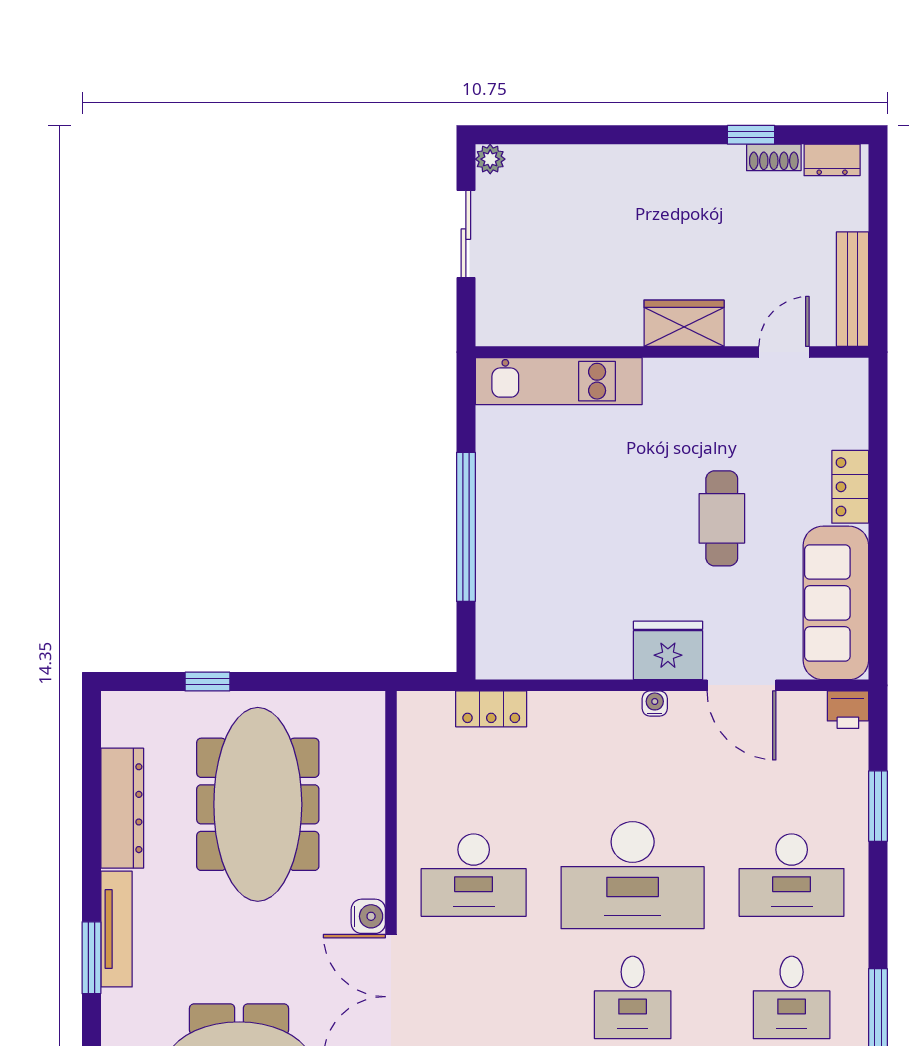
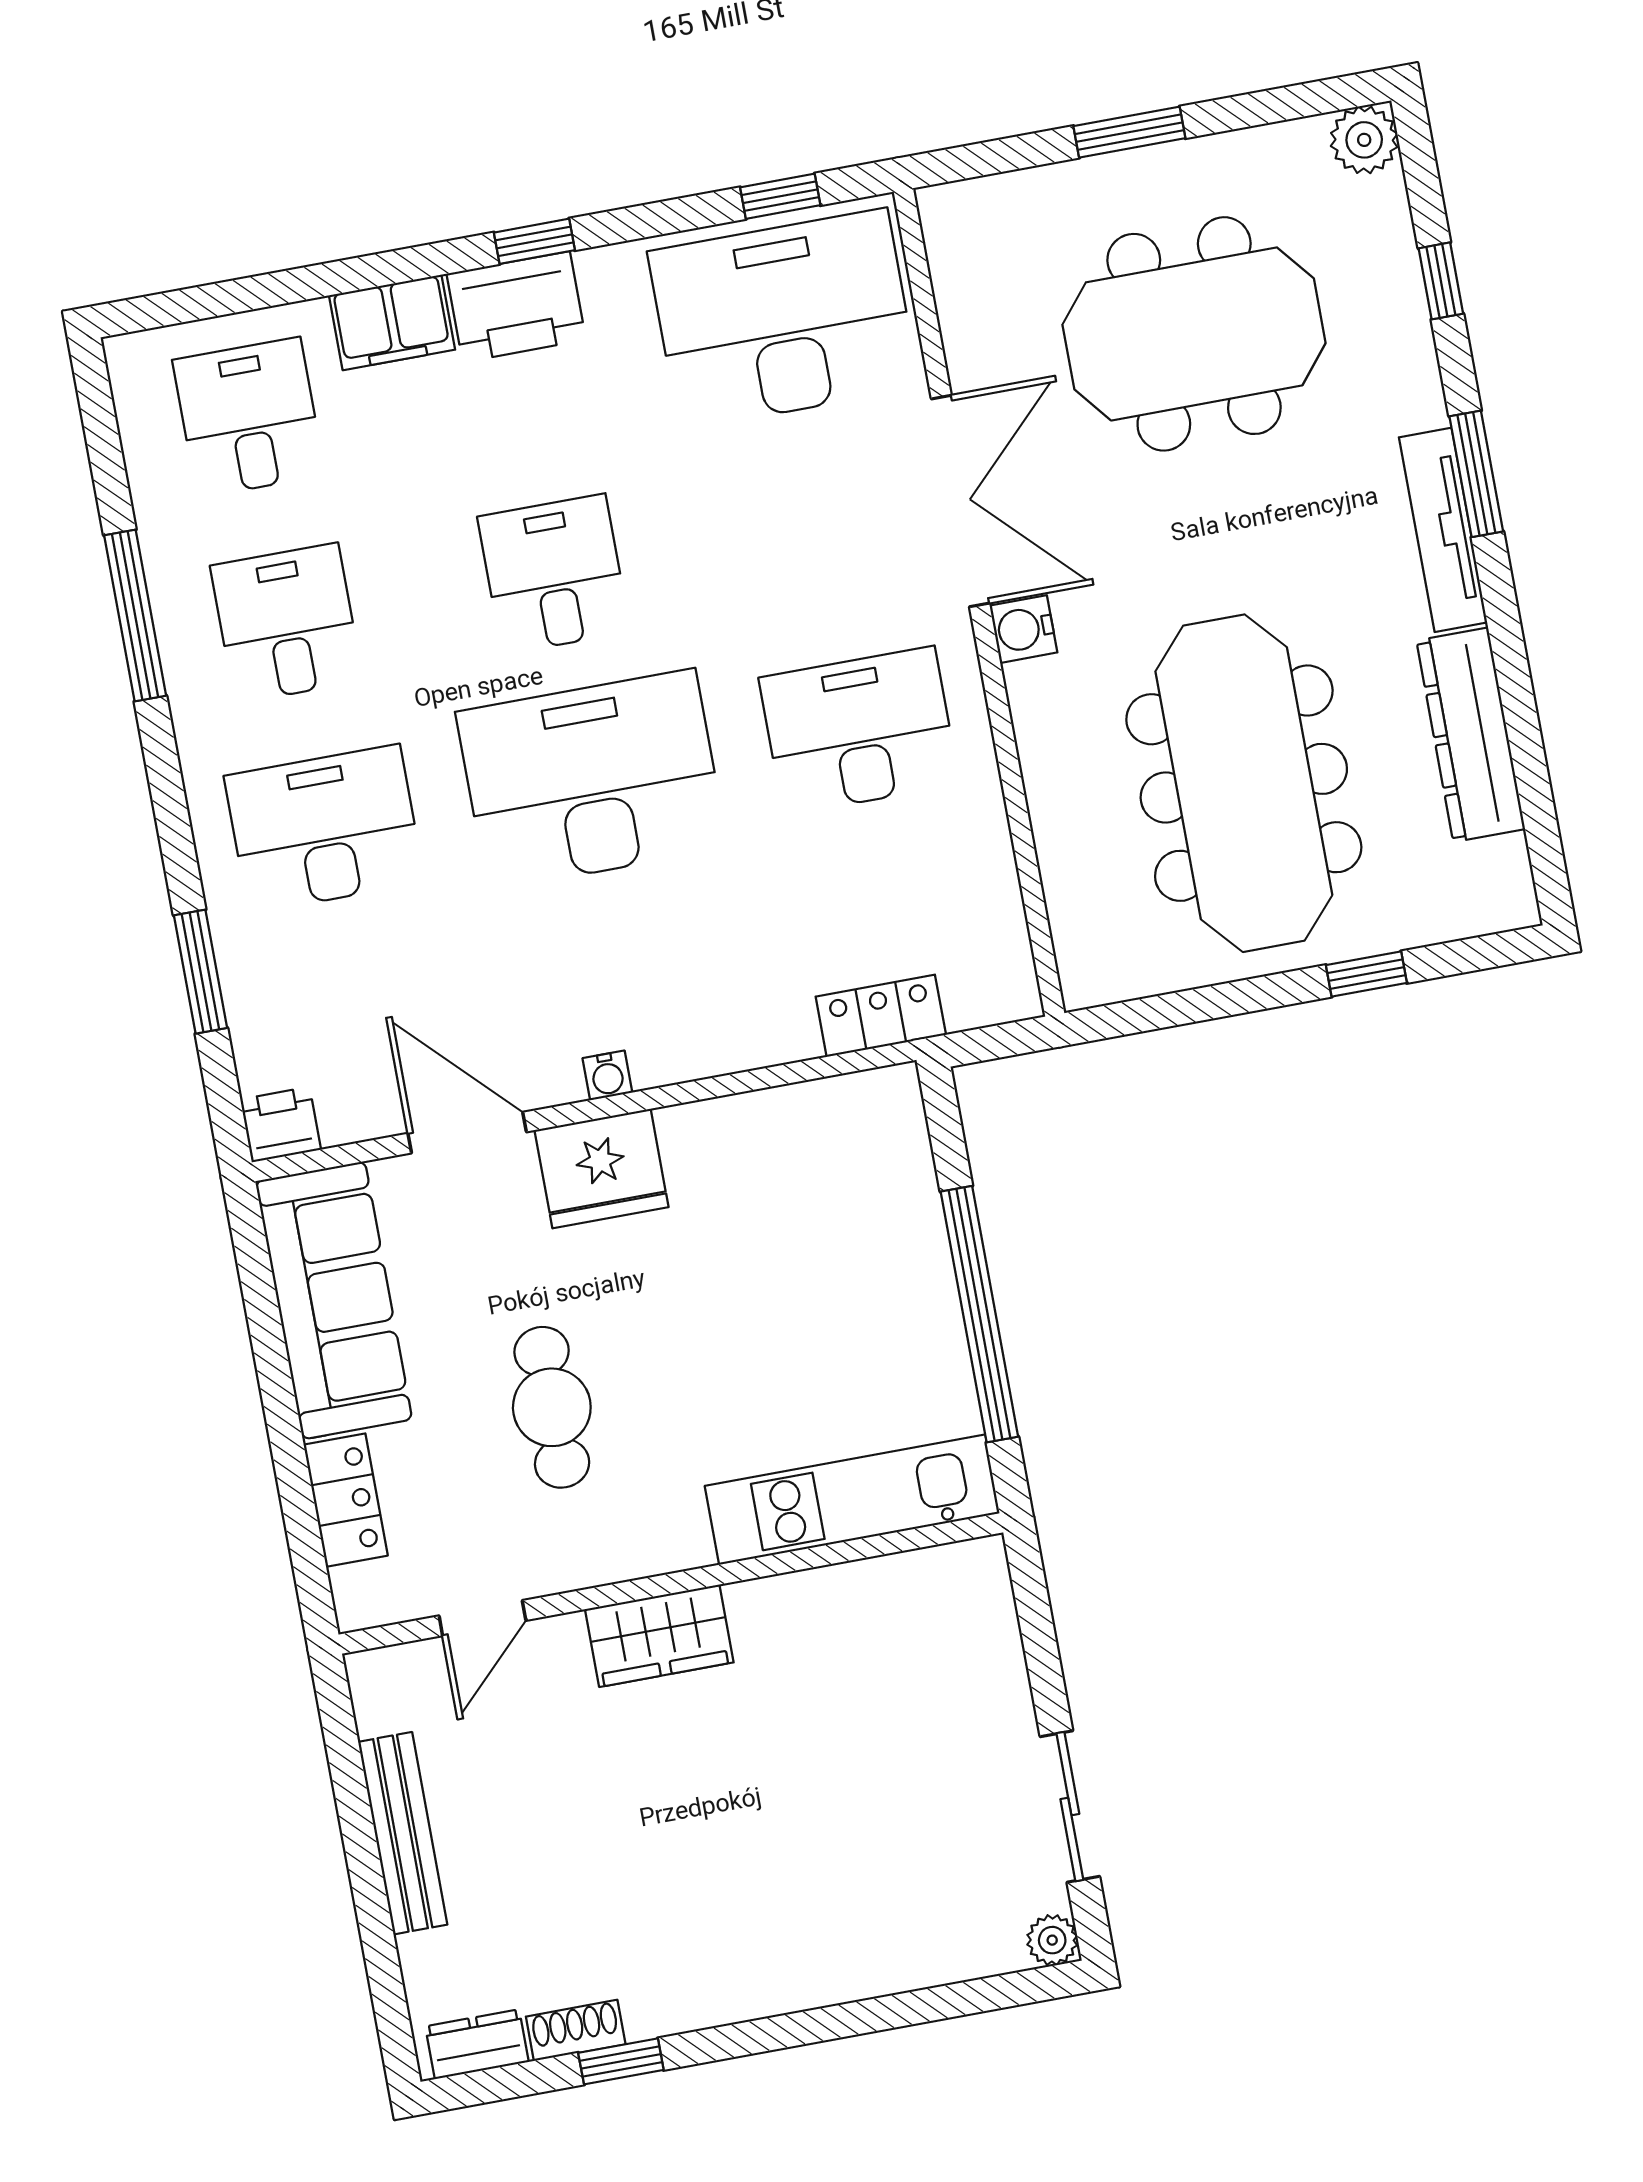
wardrobe: (684, 323) -> (659, 1636), moved
wall: (672, 352) -> (671, 1584), moved
door: (784, 352) -> (482, 1618), moved
kitchen unit: (559, 381) -> (852, 1500), moved

